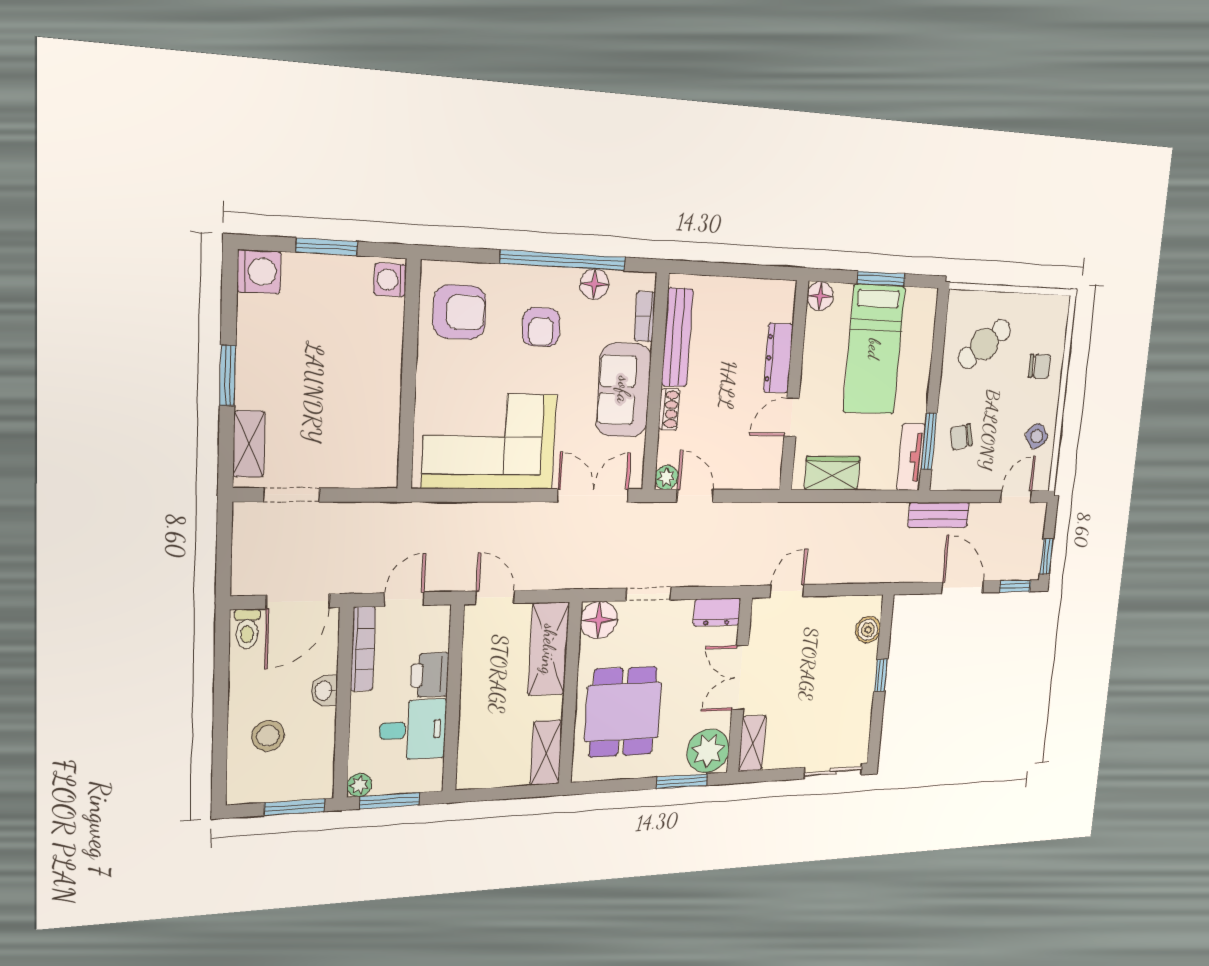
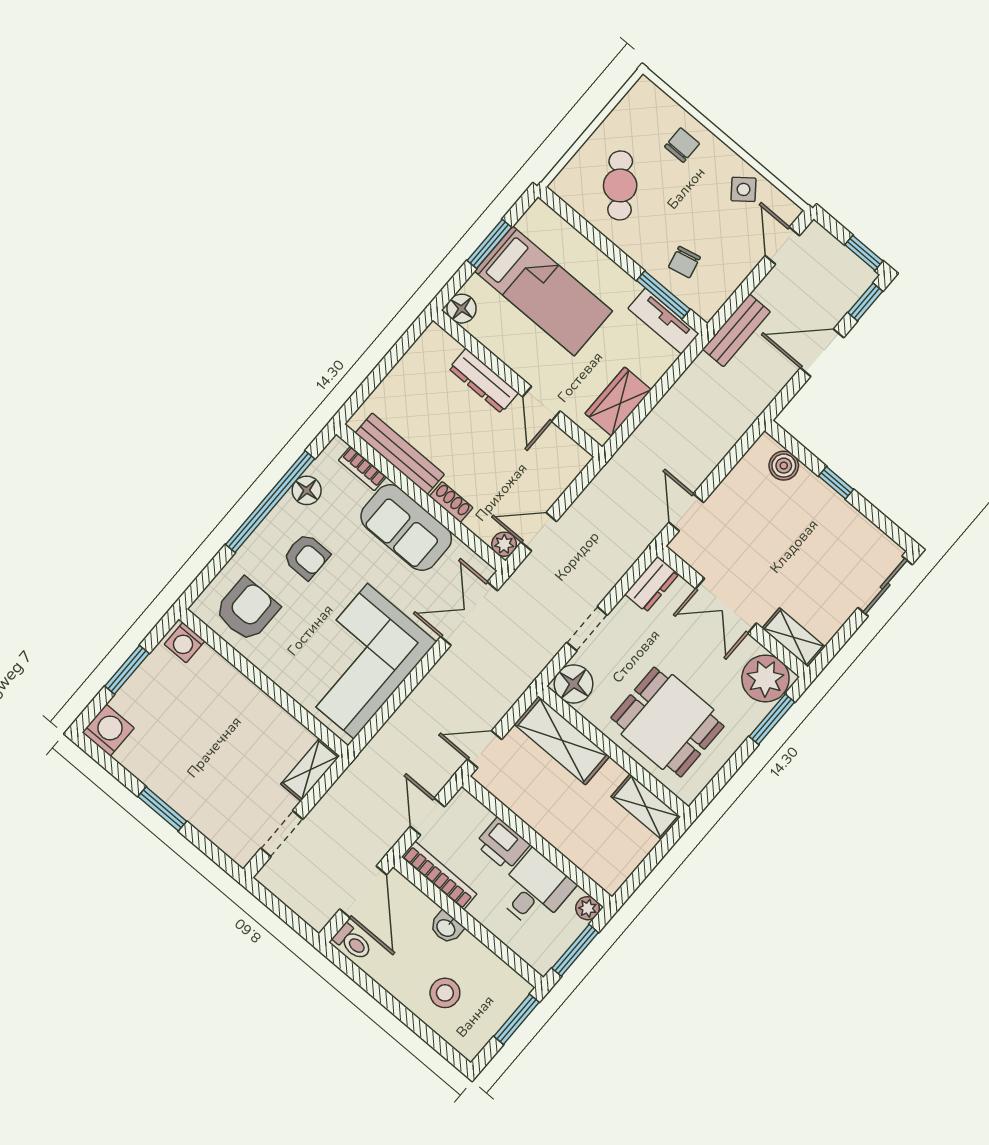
shelving: (249, 444) -> (310, 770), moved, turned 90
plant: (359, 785) -> (588, 908), moved

